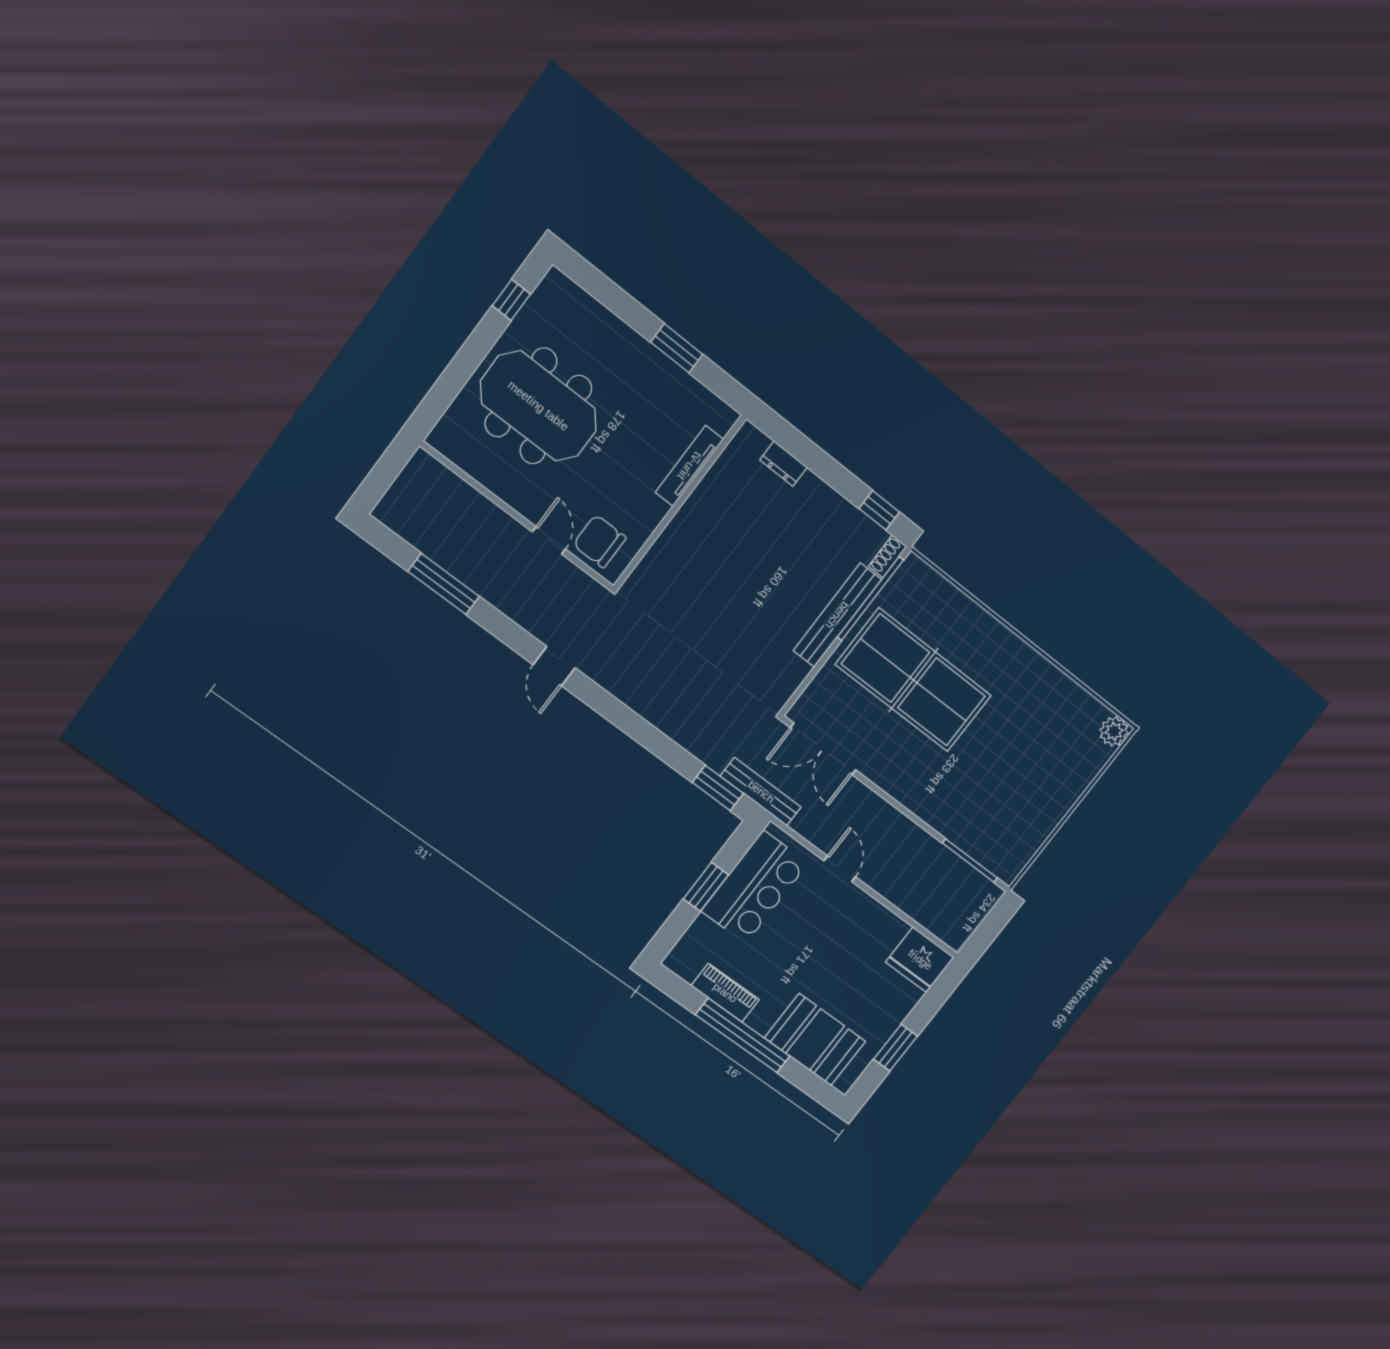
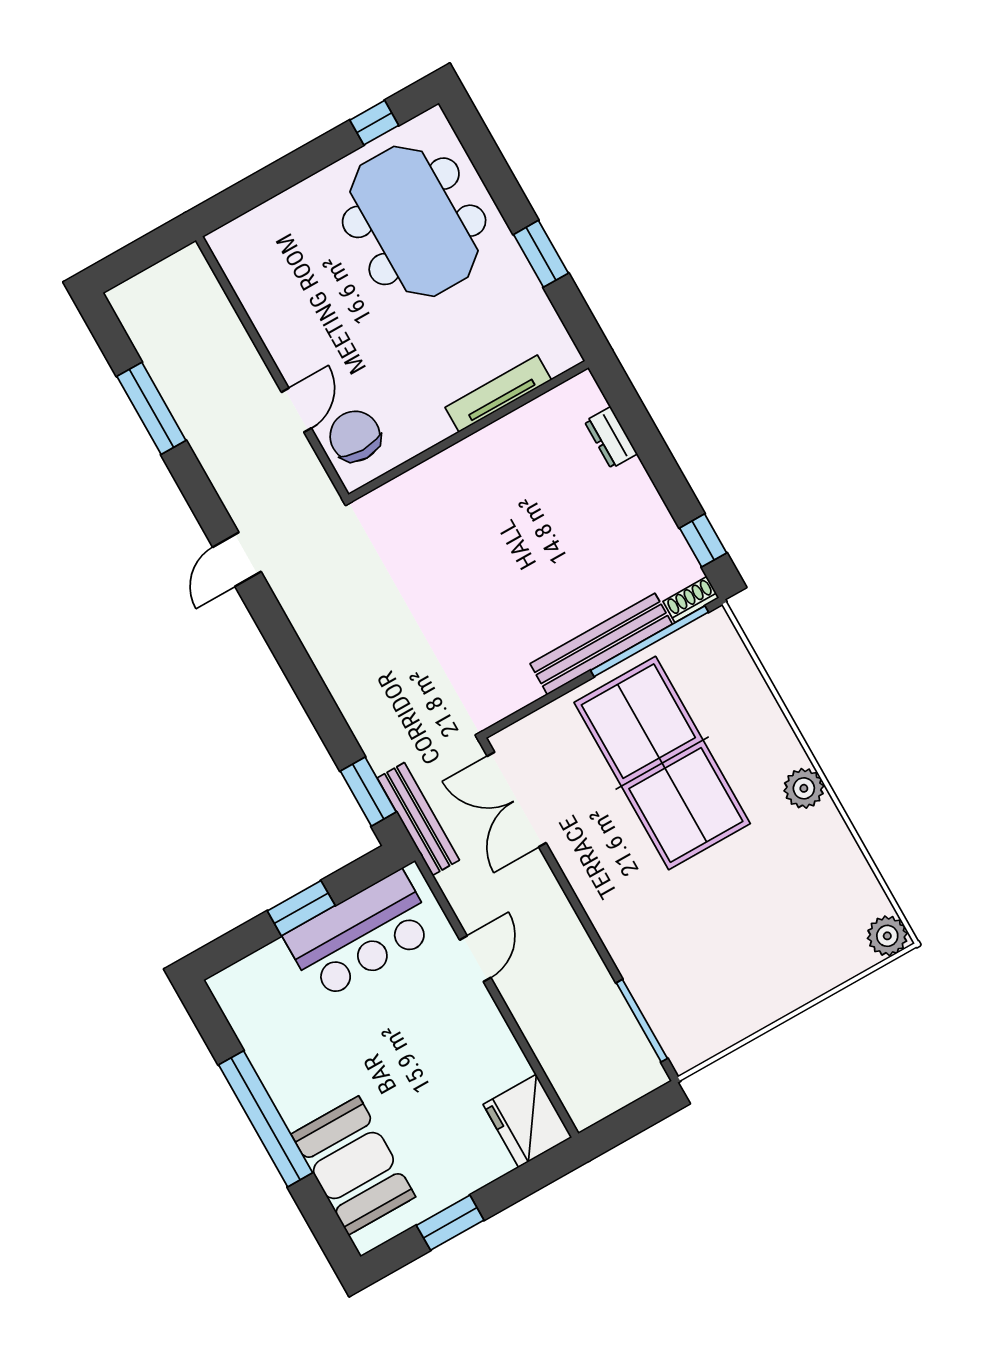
meeting table: (538, 406) -> (414, 221), moved
plant: (1018, 655) -> (804, 788), added
piano: (725, 993) -> (267, 1054), removed

